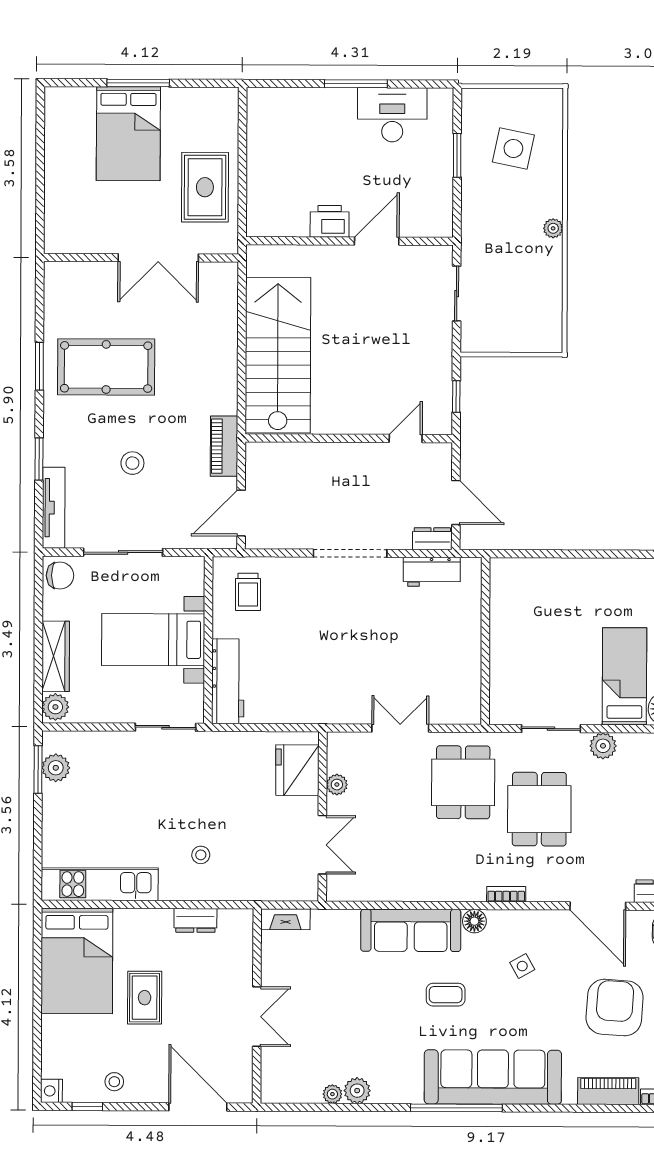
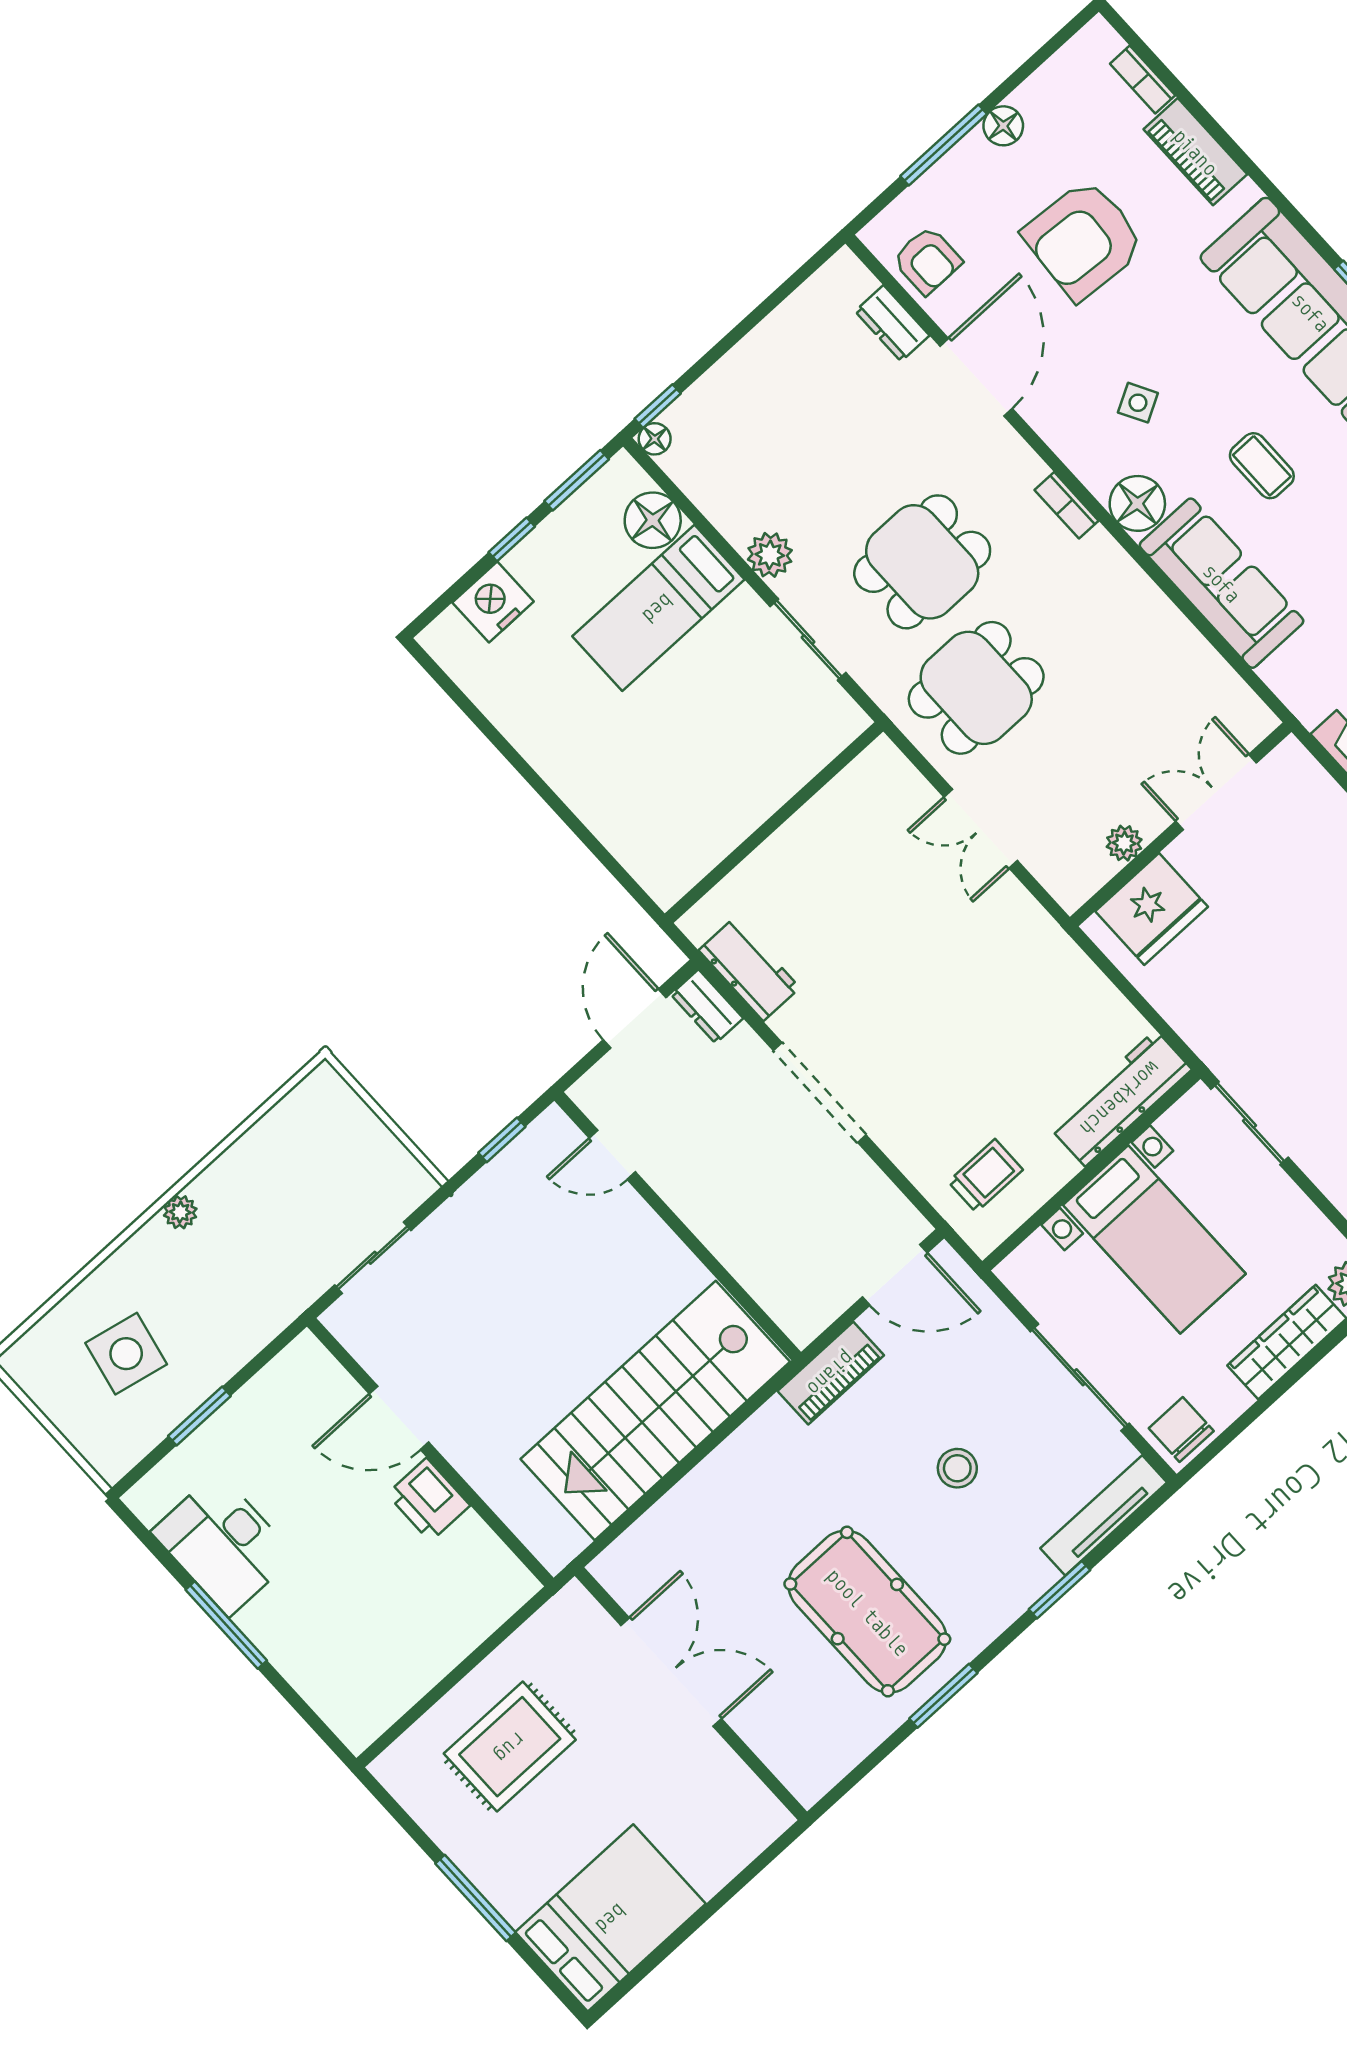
bed: (128, 134) -> (611, 1918), moved
rug: (205, 187) -> (510, 1747), moved
floor lamp: (474, 921) -> (1137, 503), width x1.38, depth x1.38

